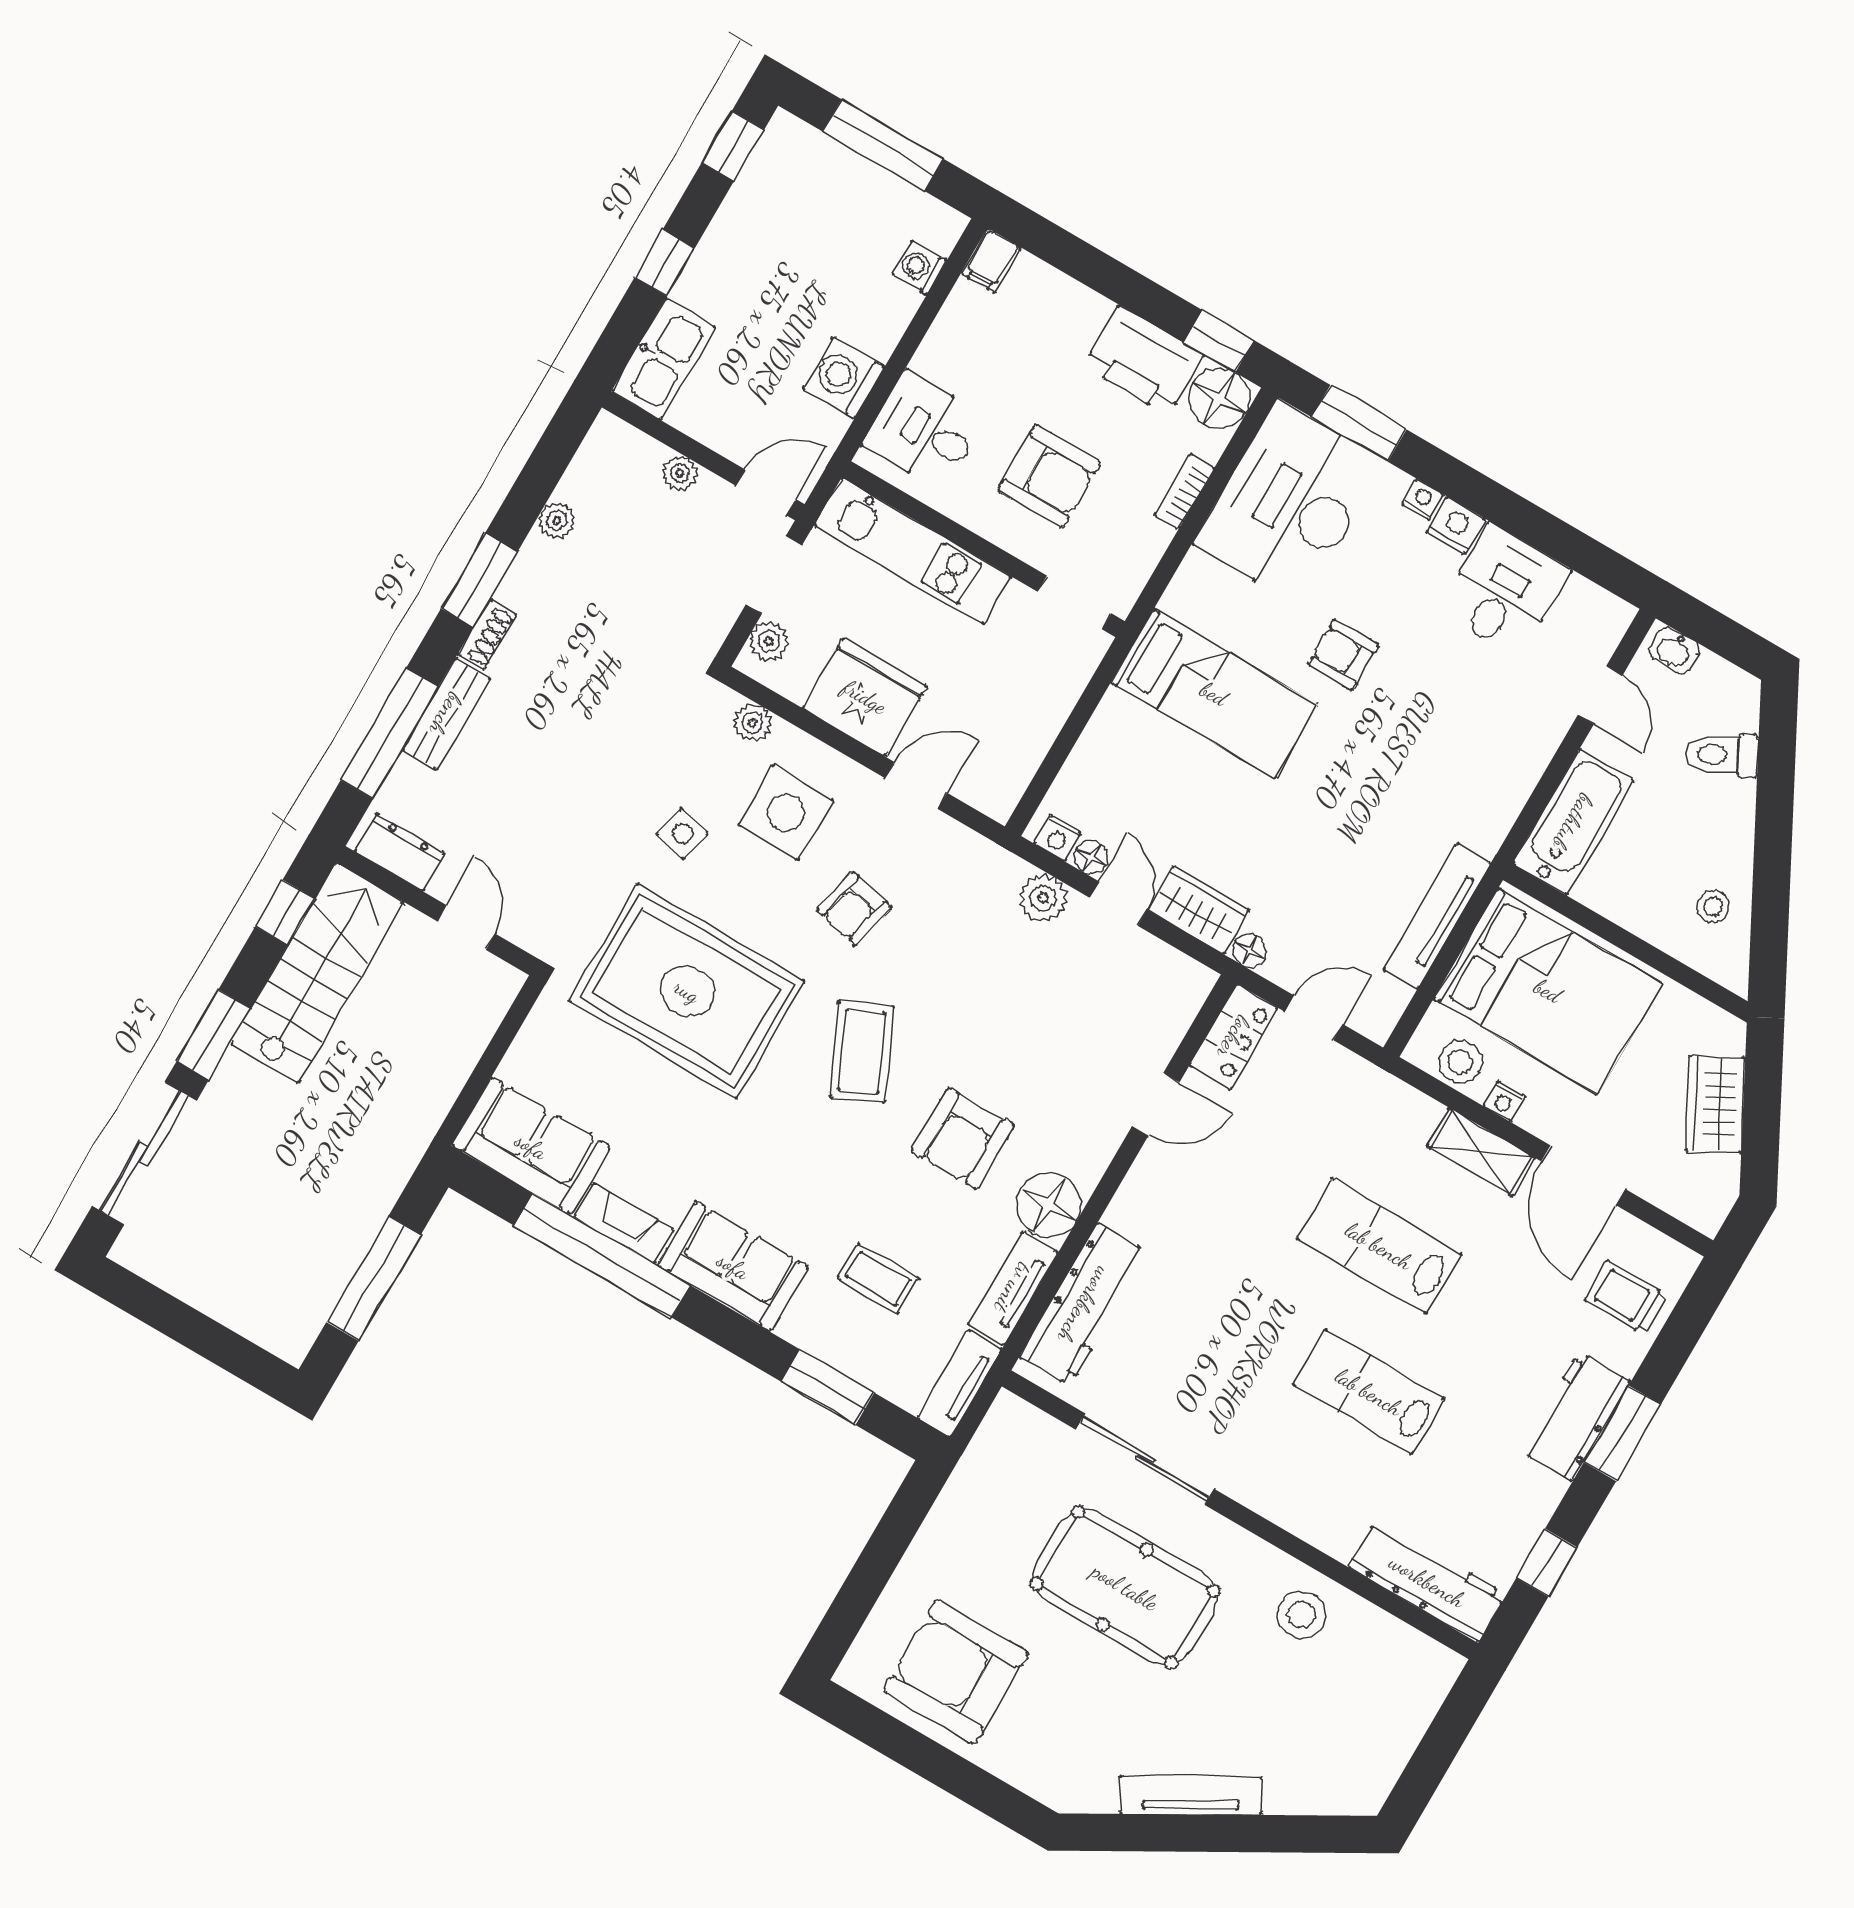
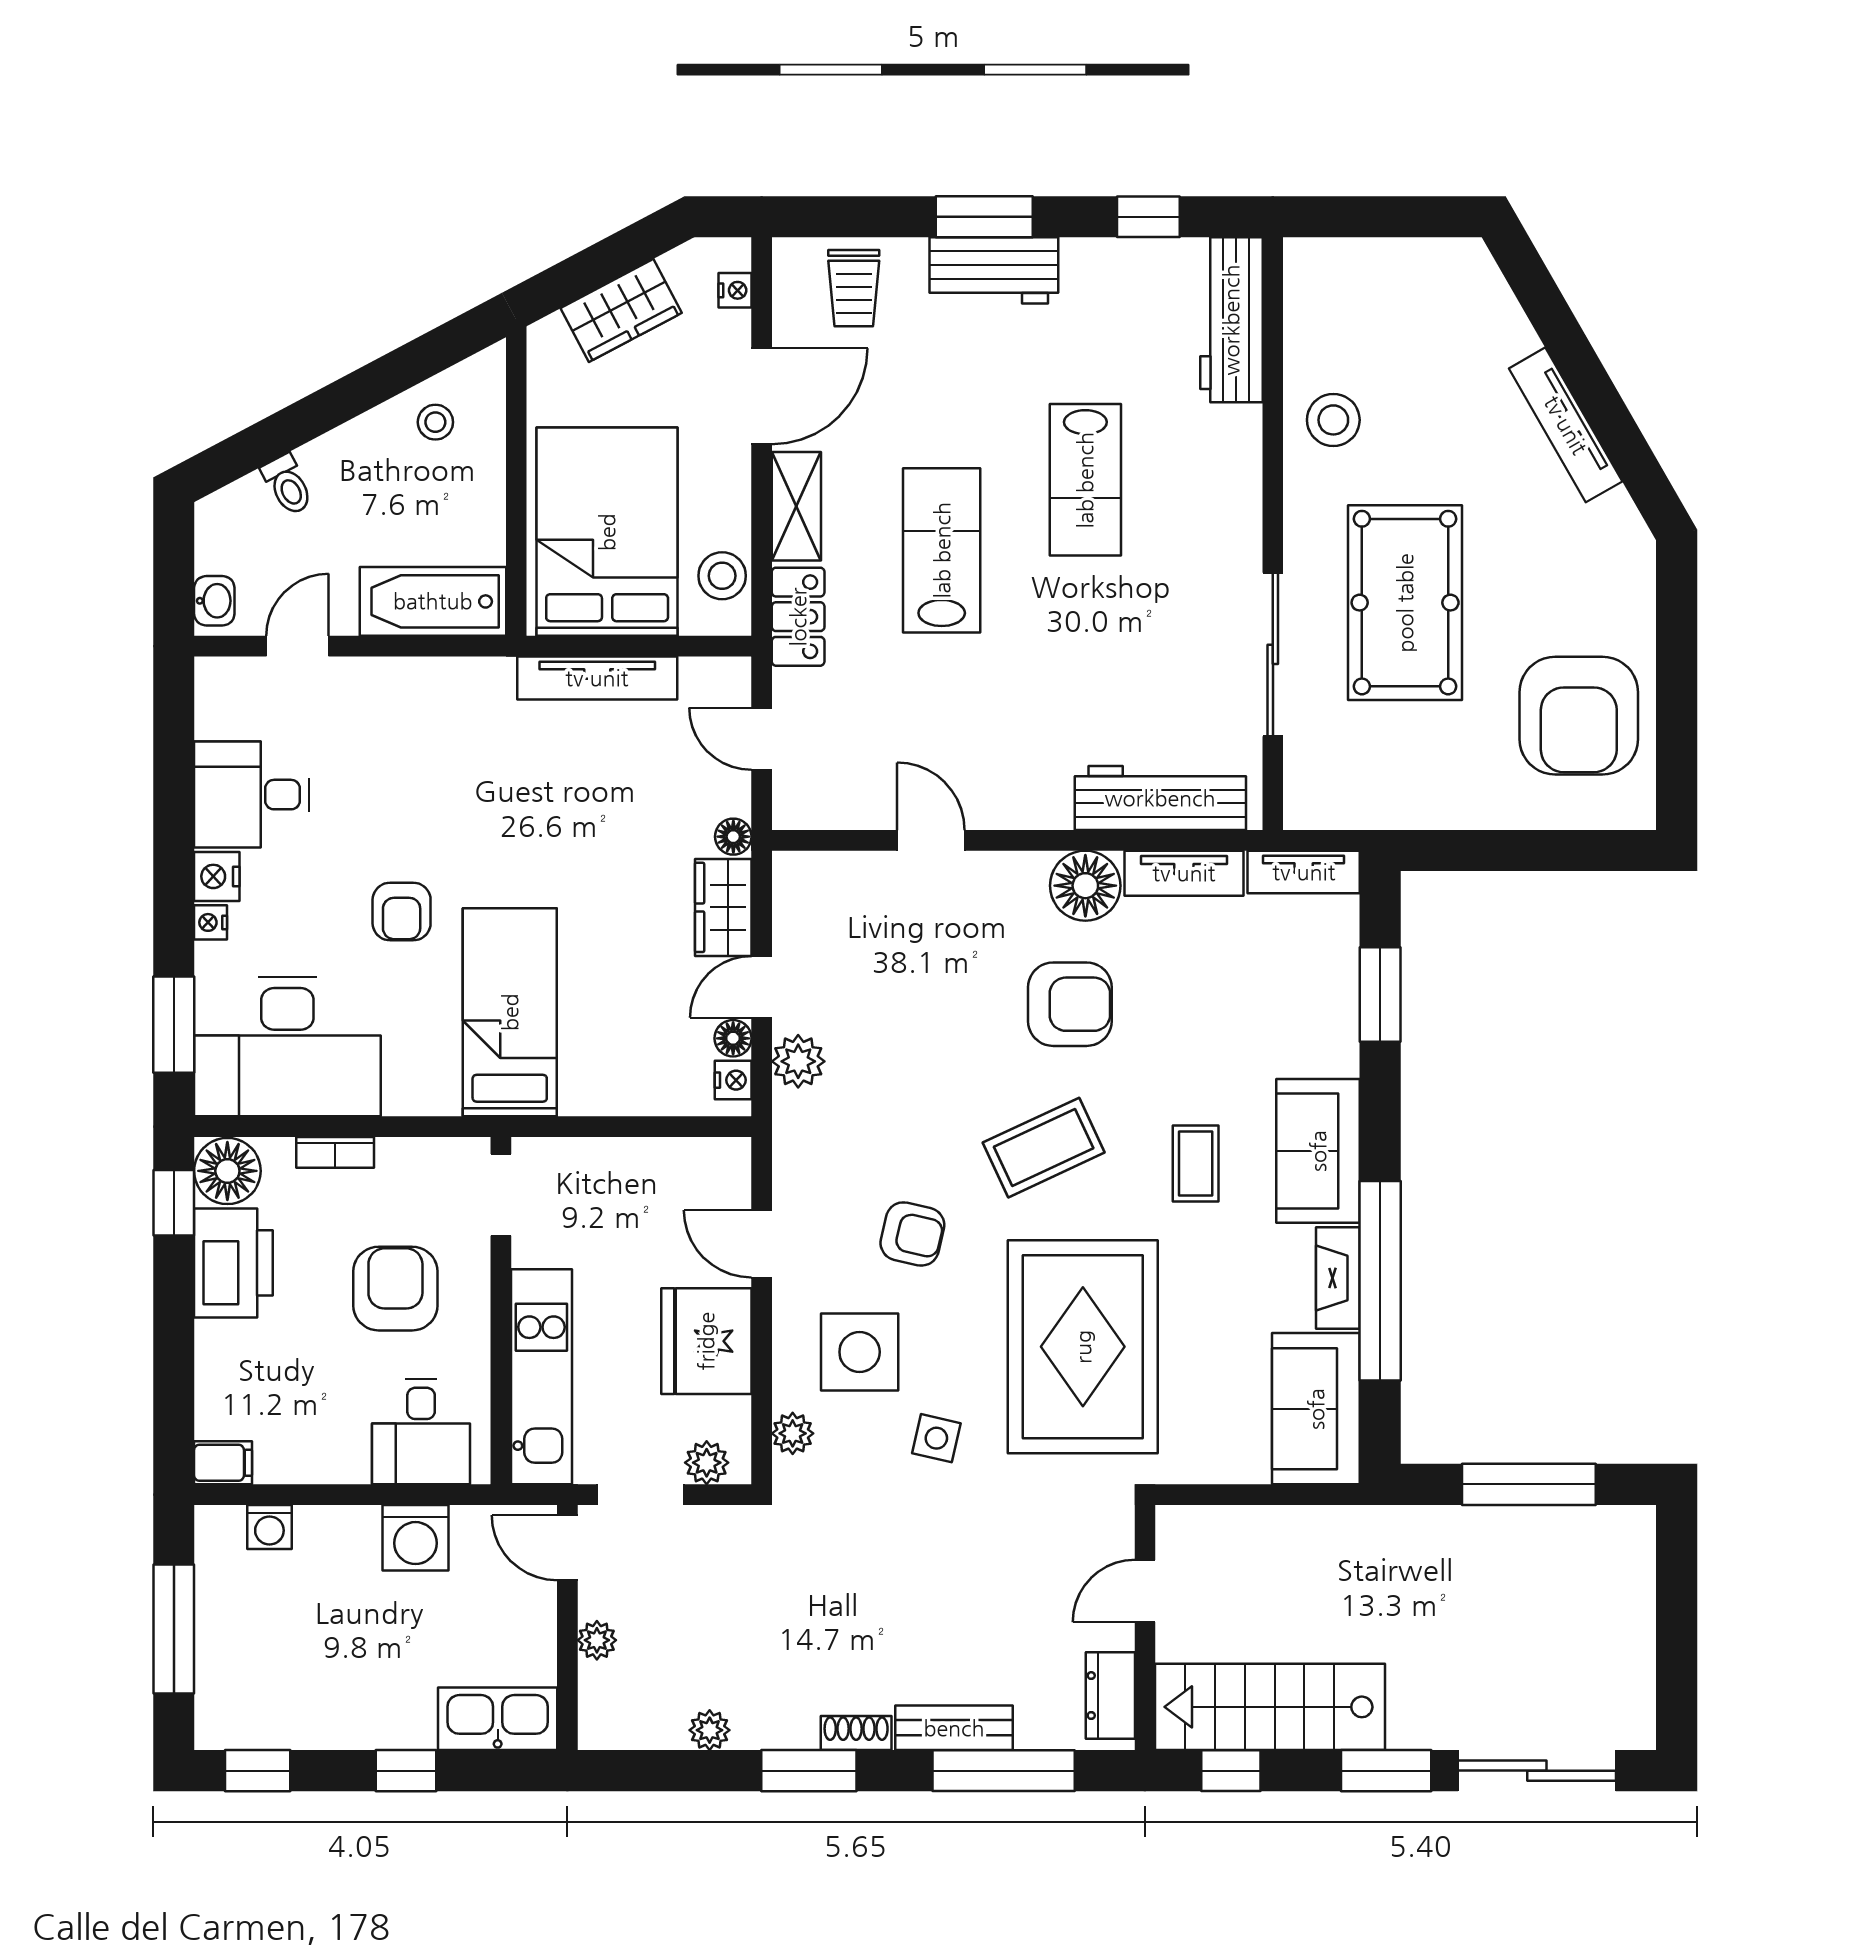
toilet: (1722, 755) -> (288, 485), width x0.73, depth x0.72
locker: (1234, 1037) -> (798, 617), moved, turned 90
nightstand: (1504, 1101) -> (735, 290), moved
lab bench: (1379, 1246) -> (942, 550), turned 180
coffee table: (878, 1278) -> (1196, 1163), moved

